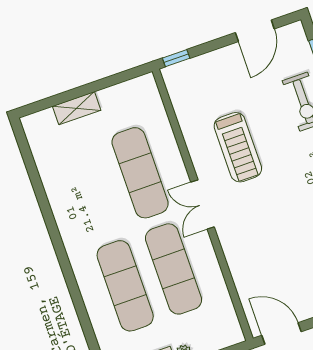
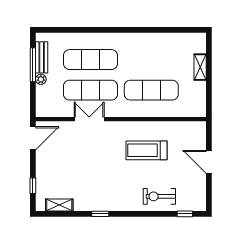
door: (255, 31) -> (209, 162), moved
window: (176, 58) -> (209, 133), removed
double door: (203, 204) -> (89, 119), moved

